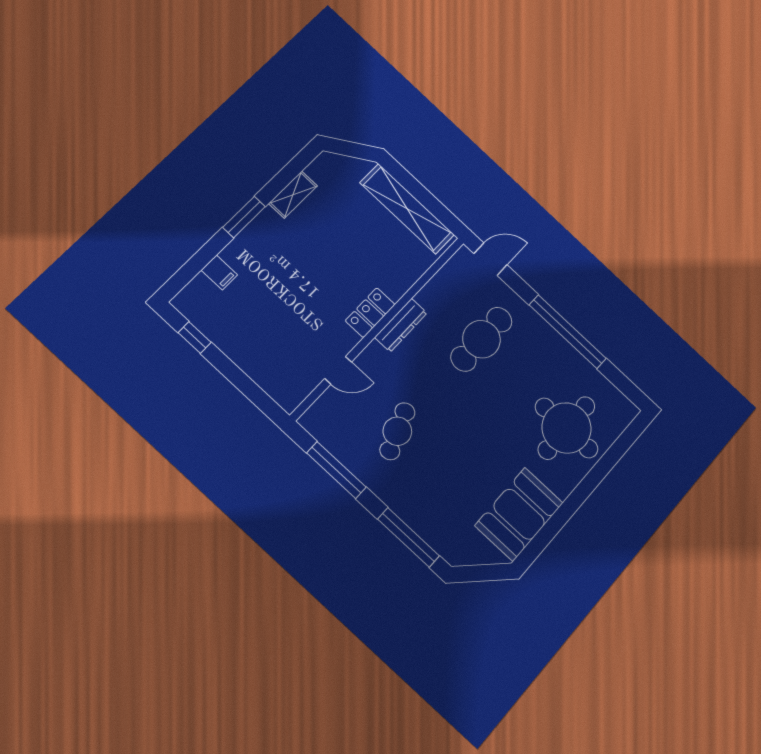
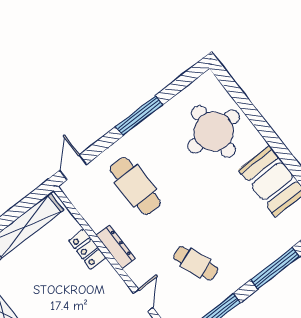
locker: (370, 313) -> (87, 249), moved
window: (568, 332) -> (139, 116), width x0.68

